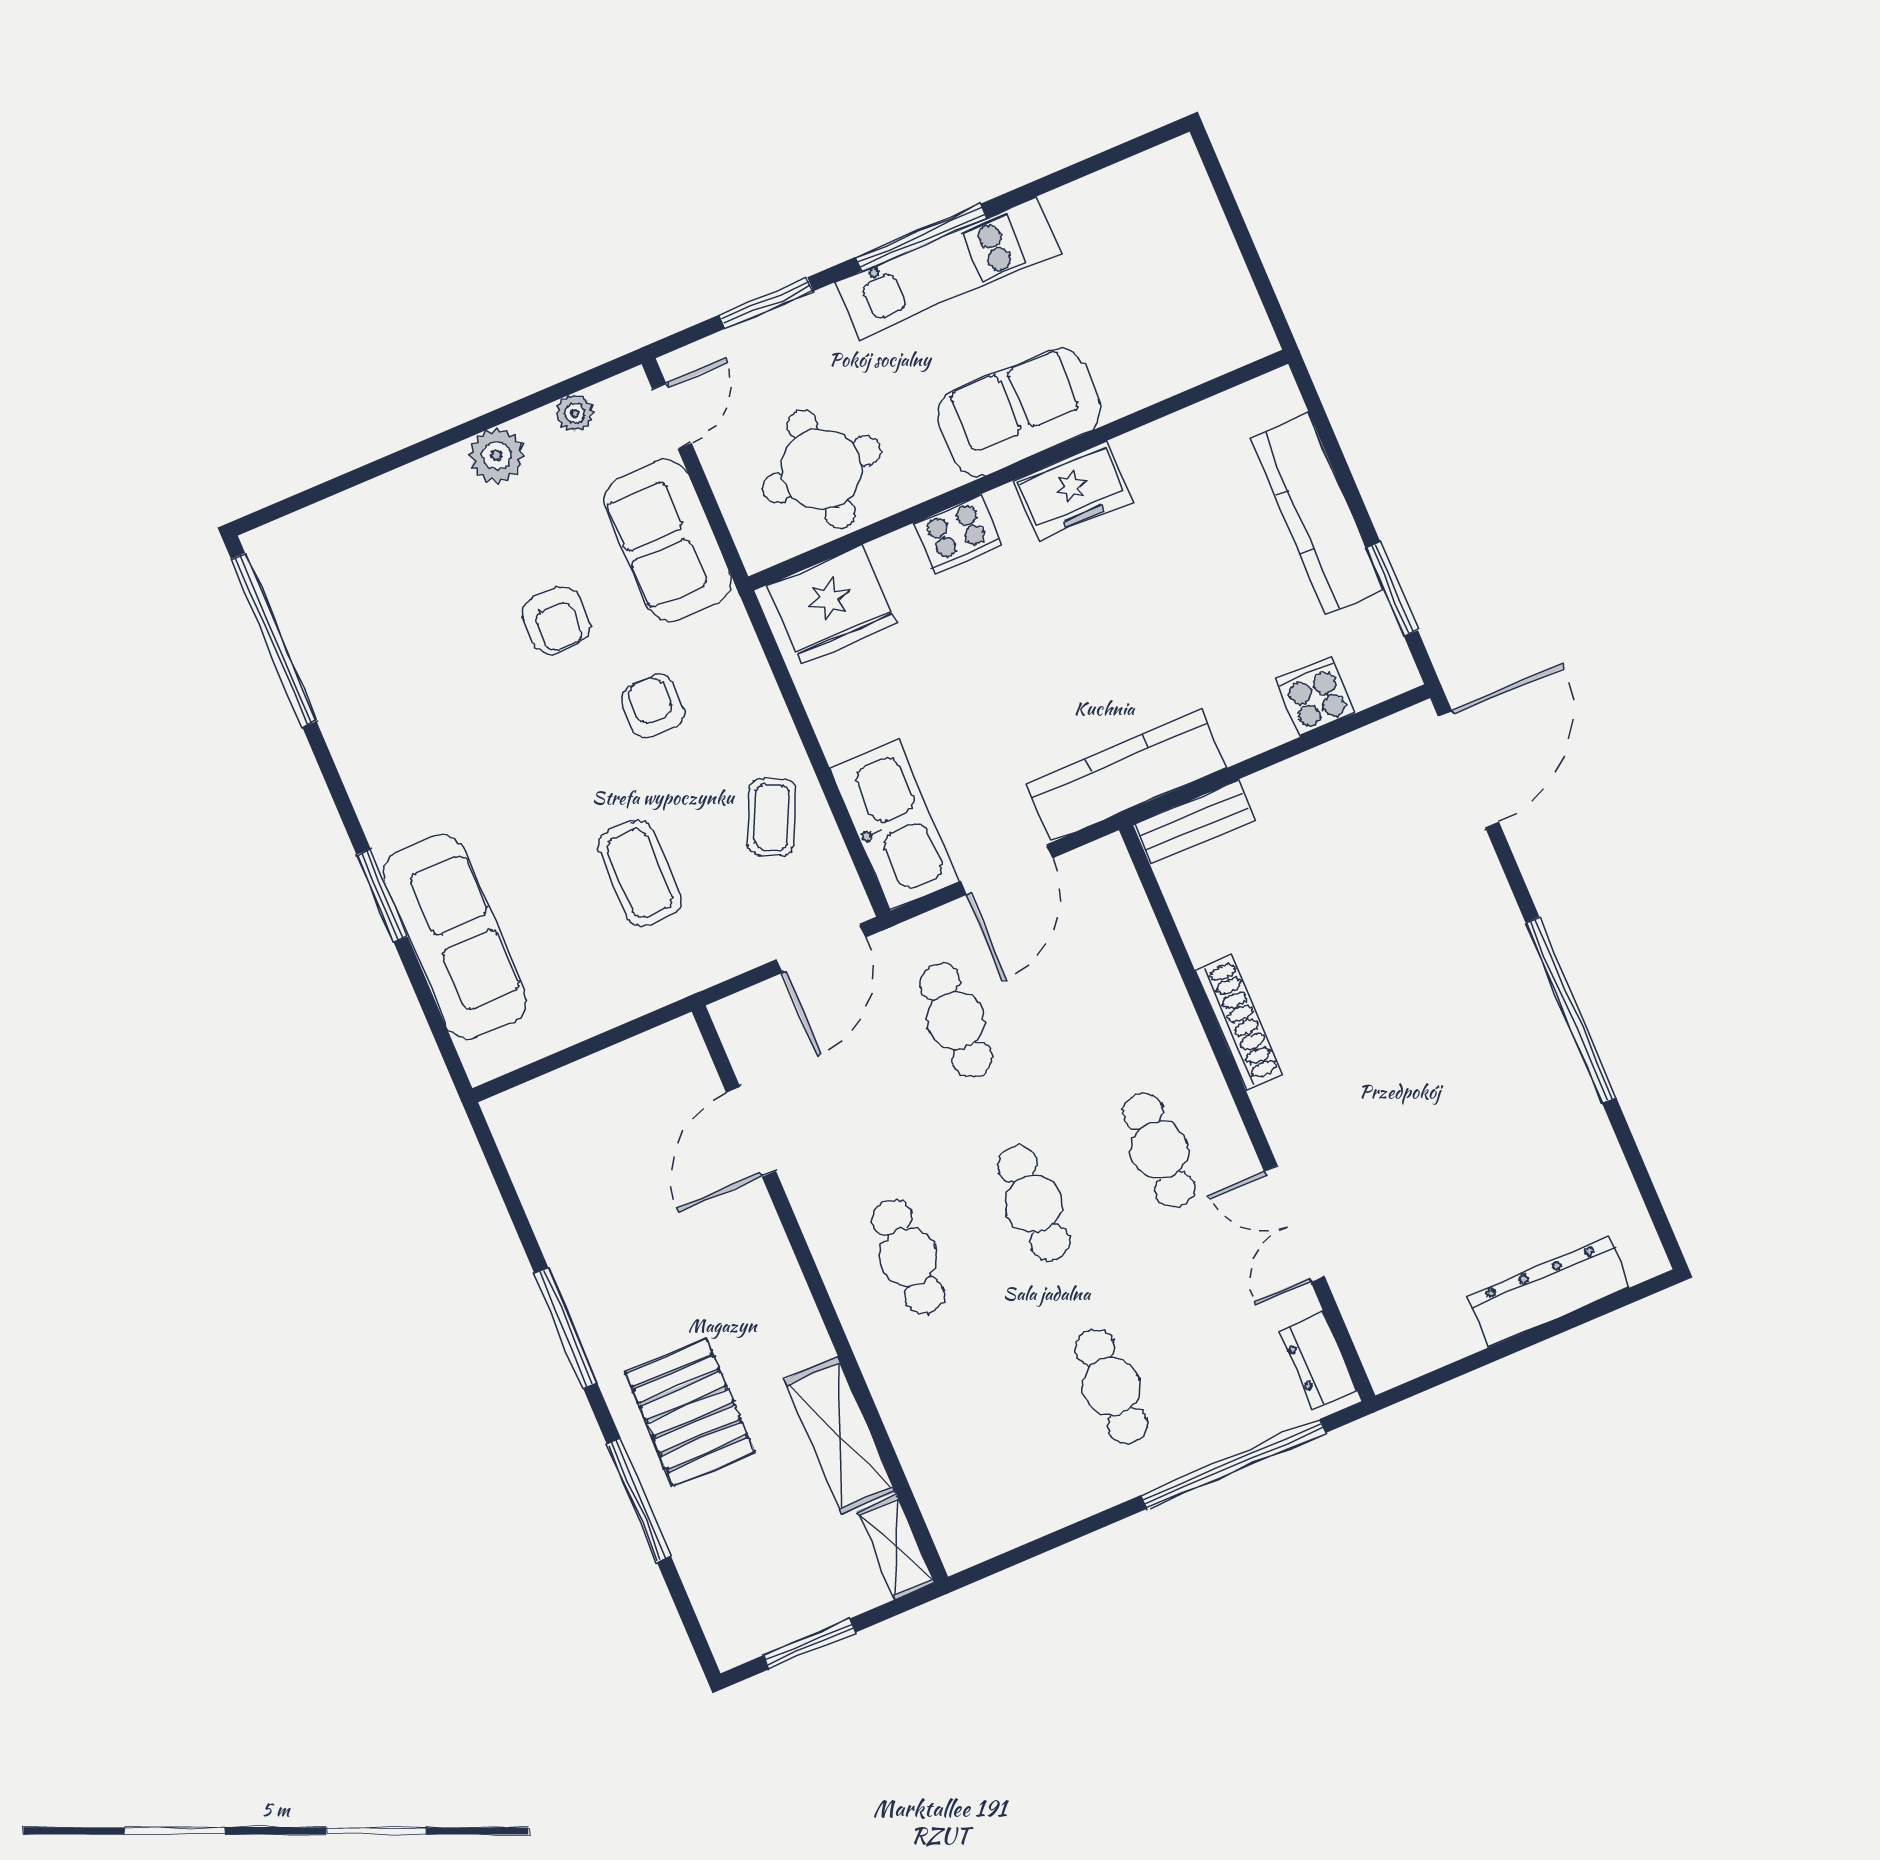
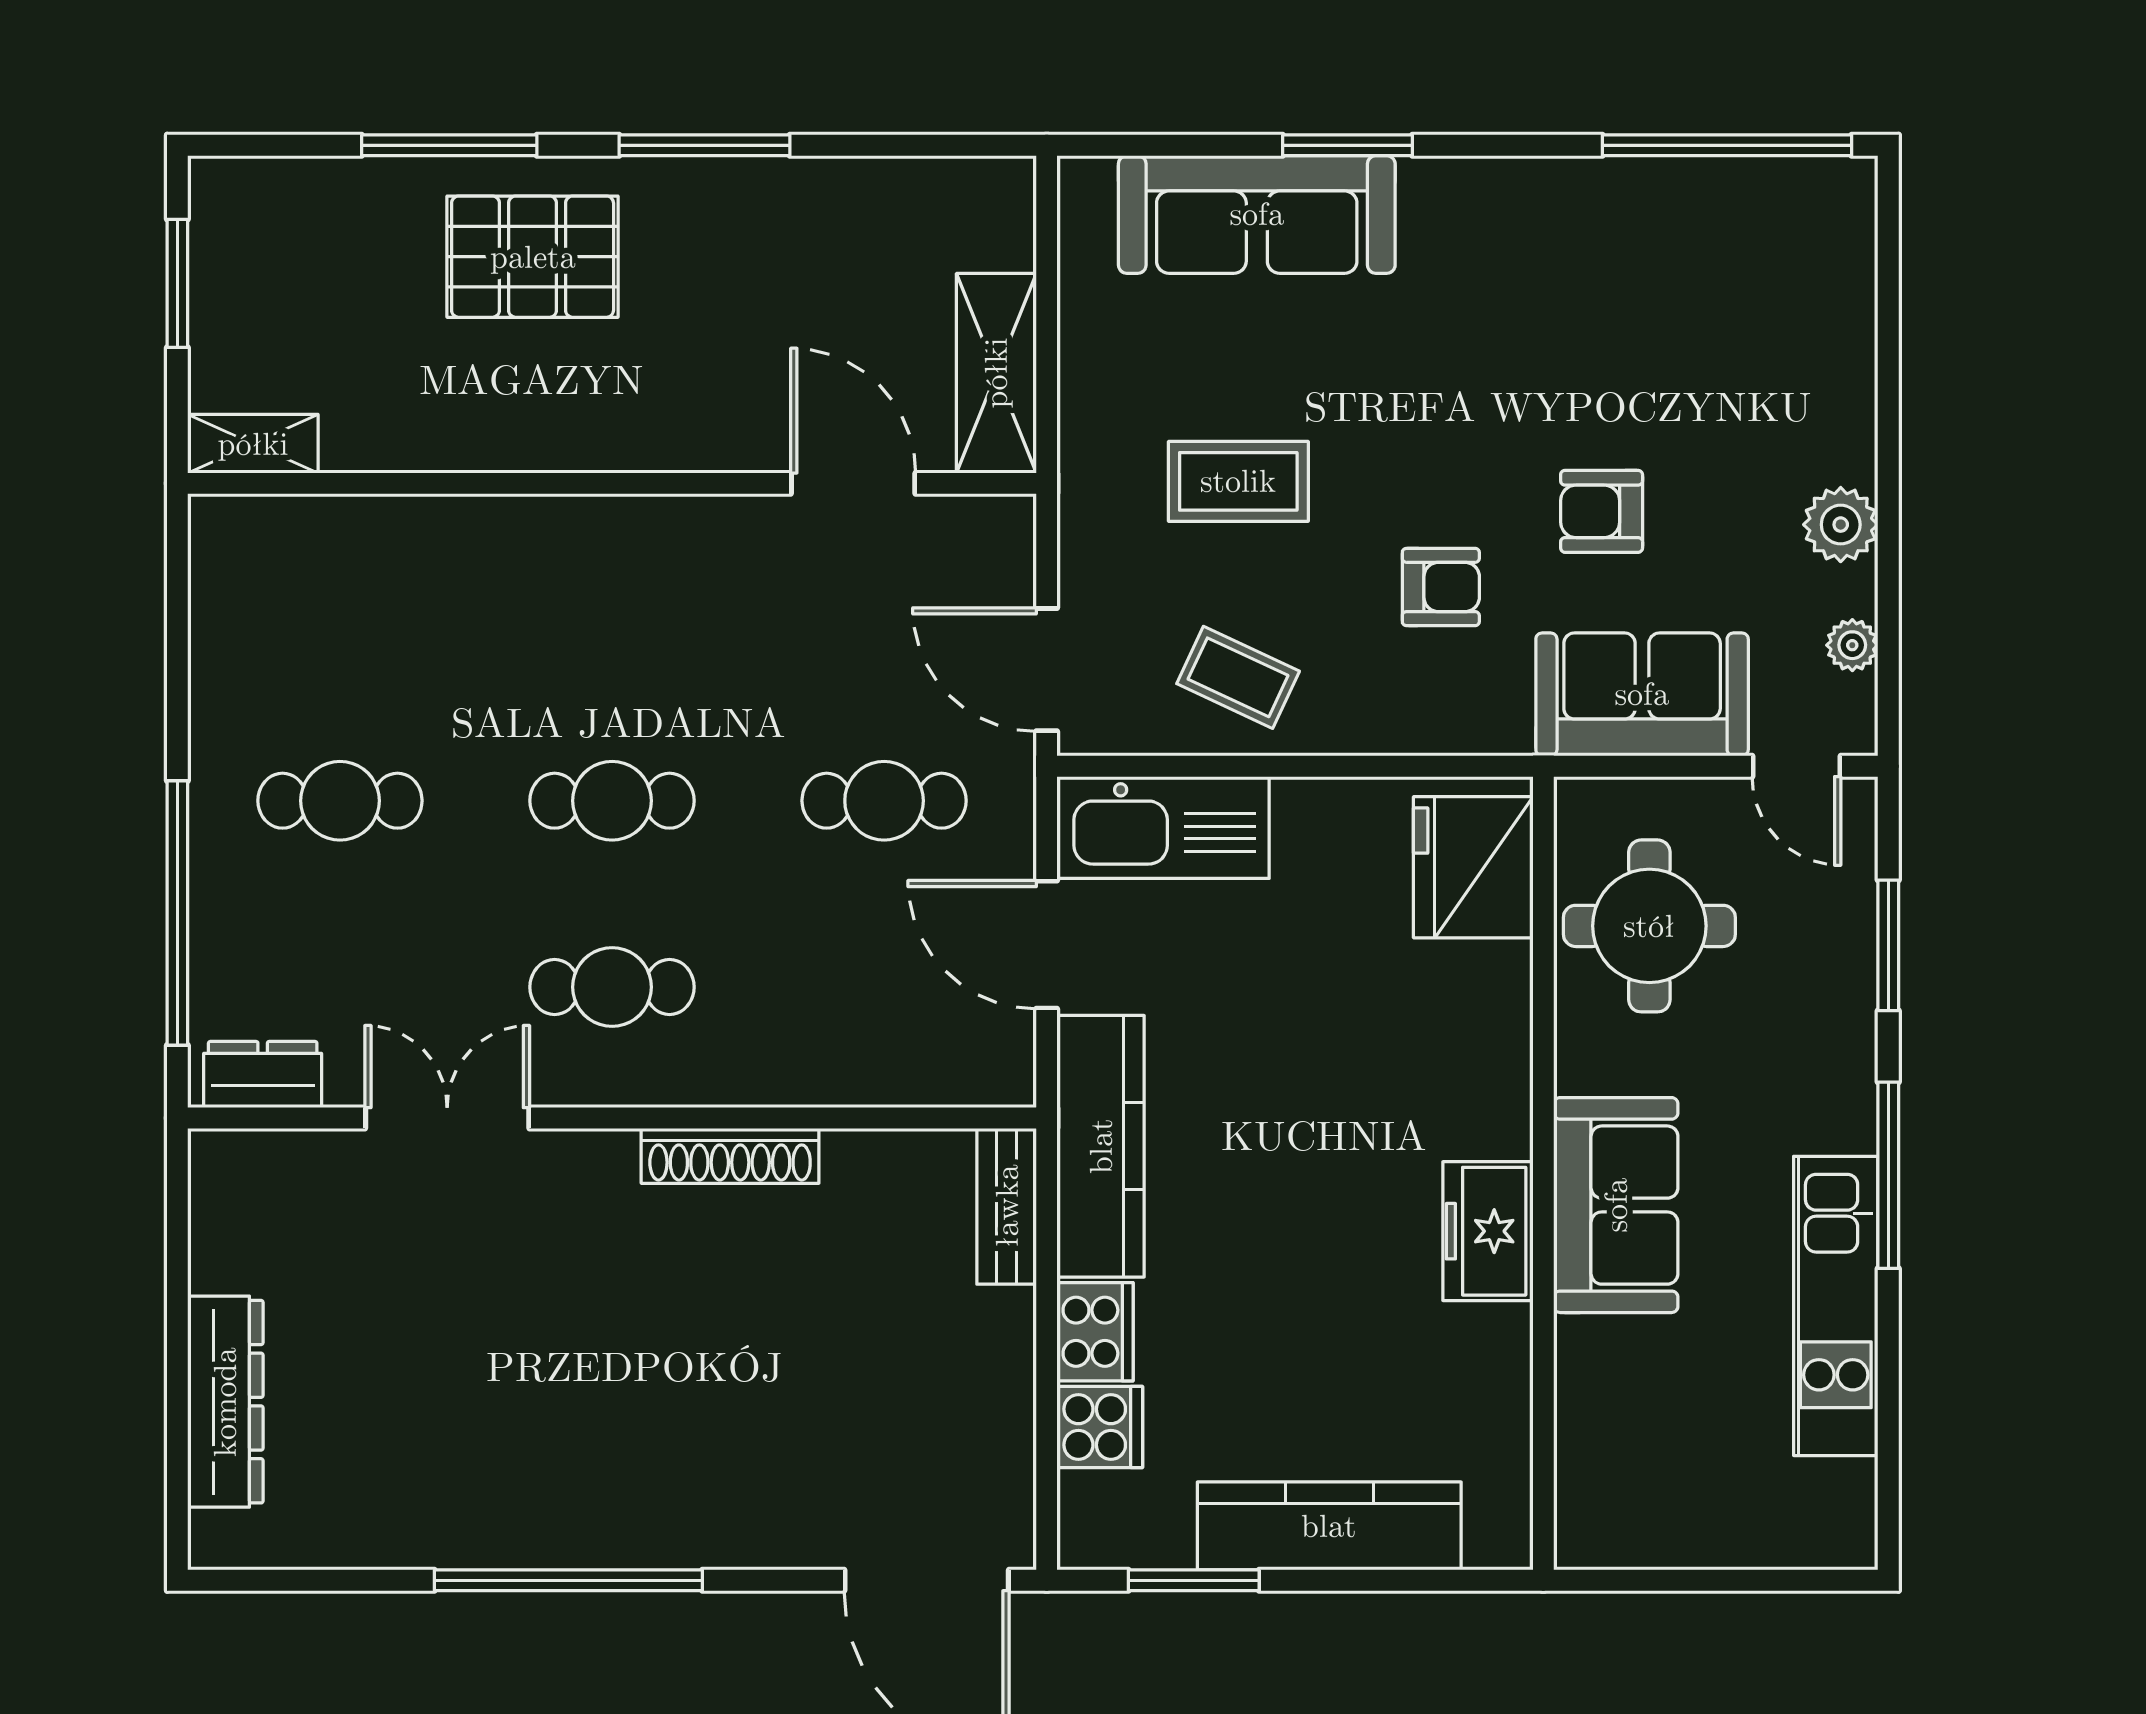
kitchen unit: (948, 267) -> (1836, 1306), moved
cooker: (957, 534) -> (1095, 1332), moved, turned 180
cafe table: (908, 1257) -> (612, 614), removed
shelving: (840, 1435) -> (996, 373), moved, turned 90

